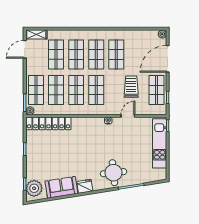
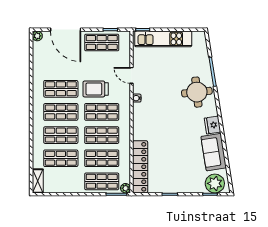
door: (25, 49) -> (55, 194), removed
trolley: (131, 87) -> (96, 89), moved

